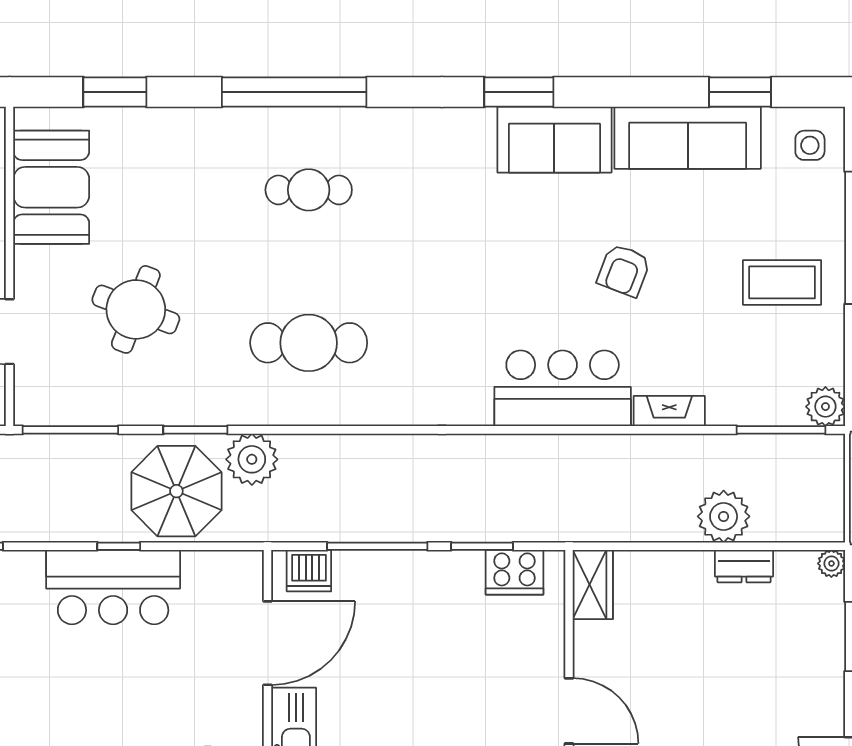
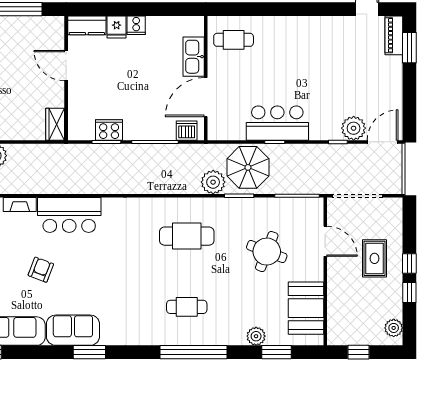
plant: (159, 127) -> (256, 336), added
cooker: (514, 572) -> (109, 130), moved

